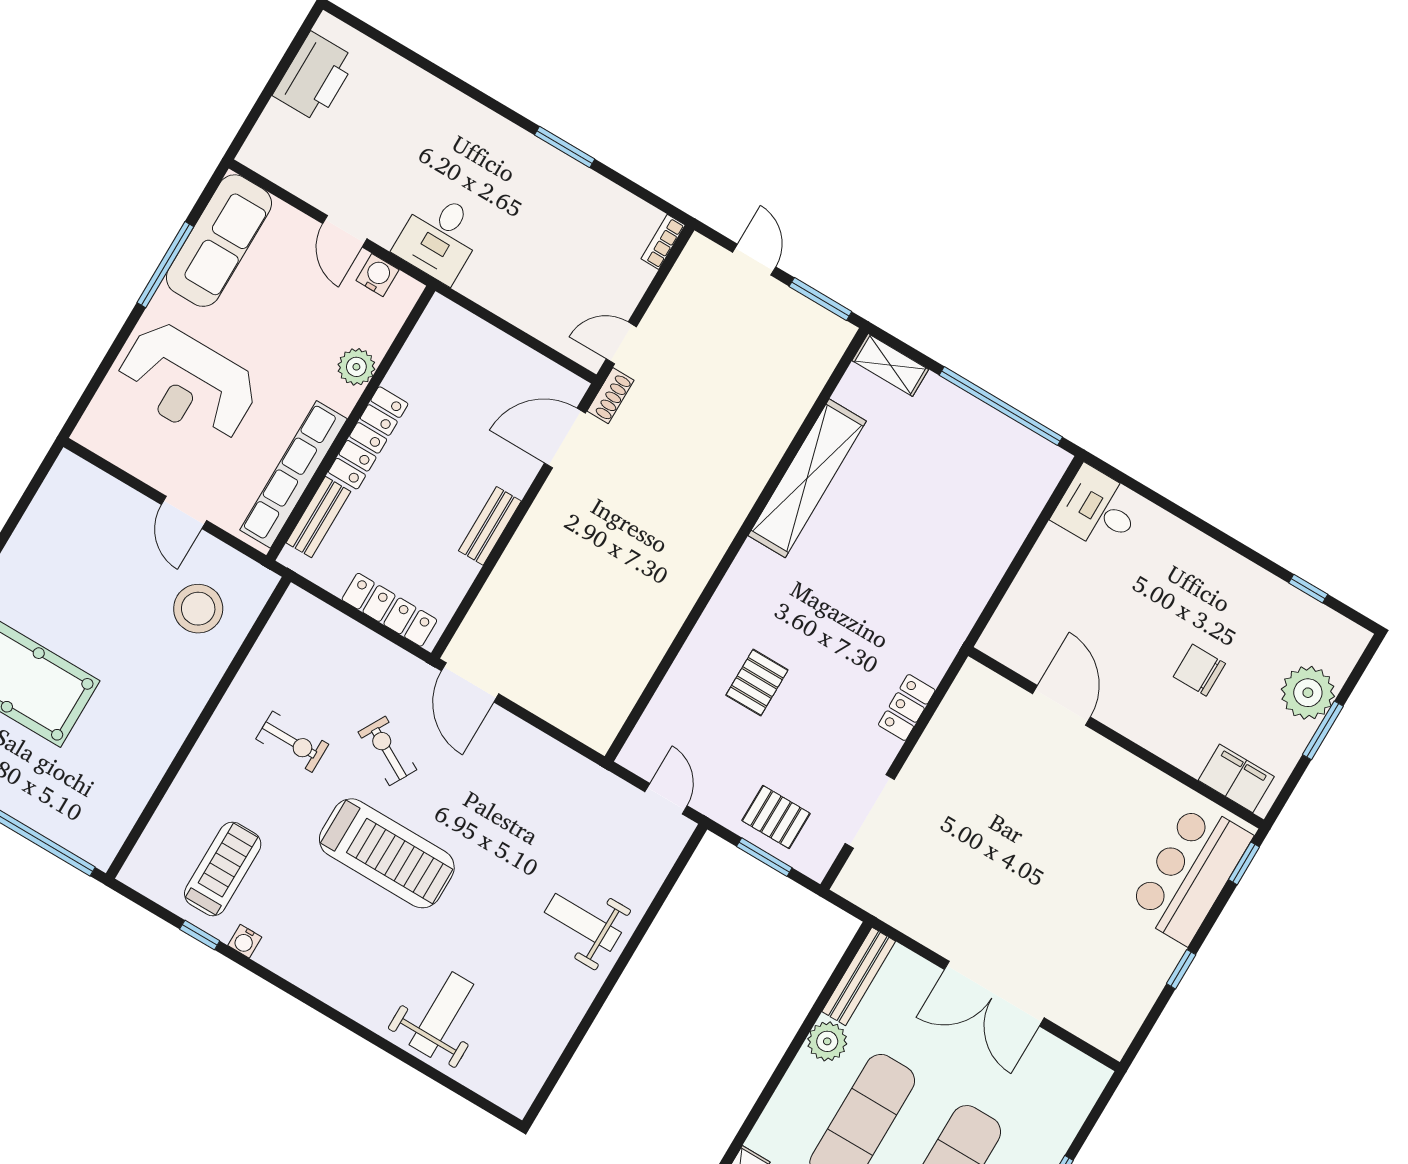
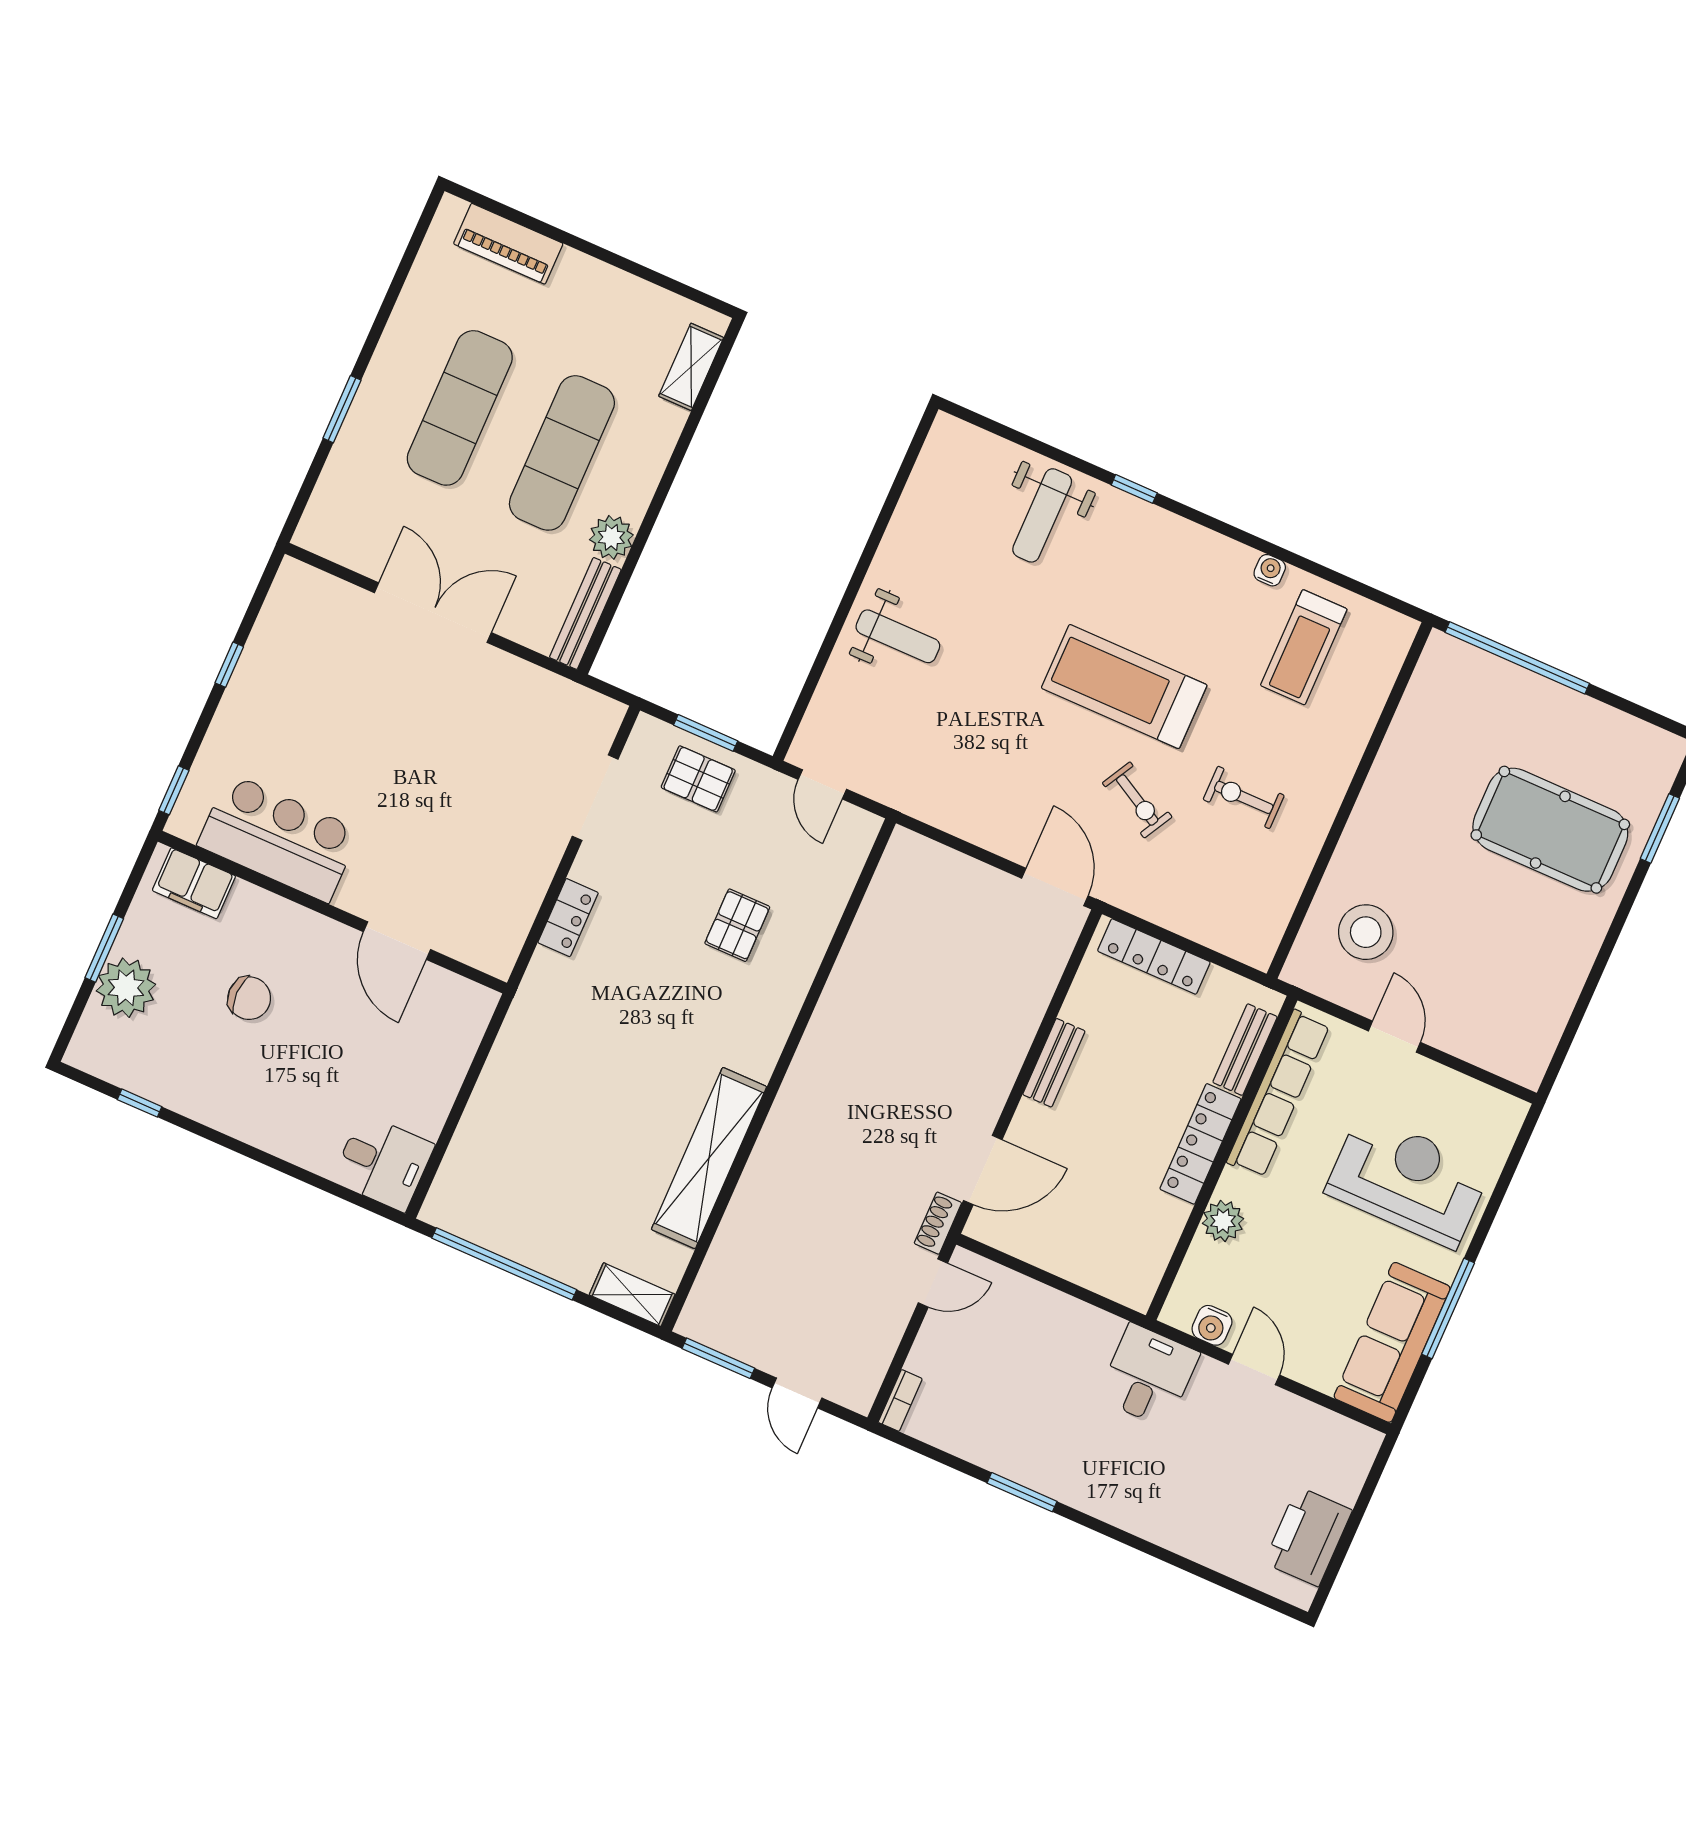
bar counter: (1190, 873) -> (279, 838), moved, turned -90
window: (200, 935) -> (1134, 489), moved

